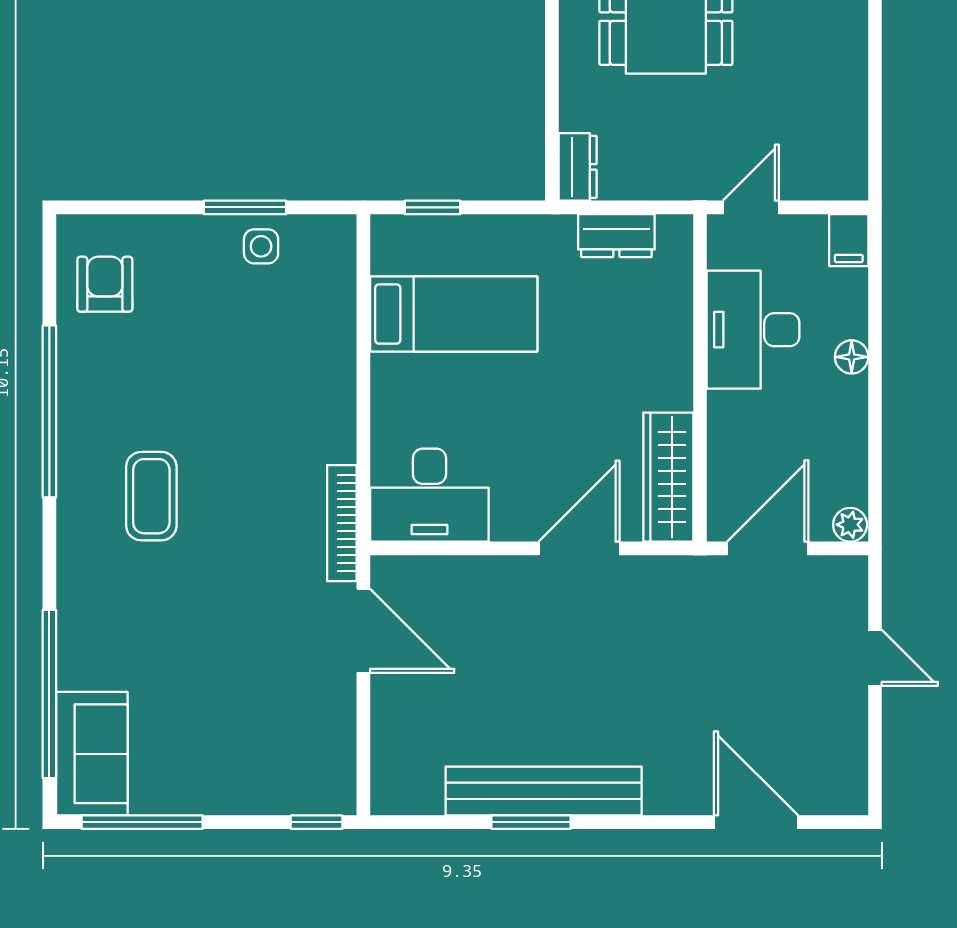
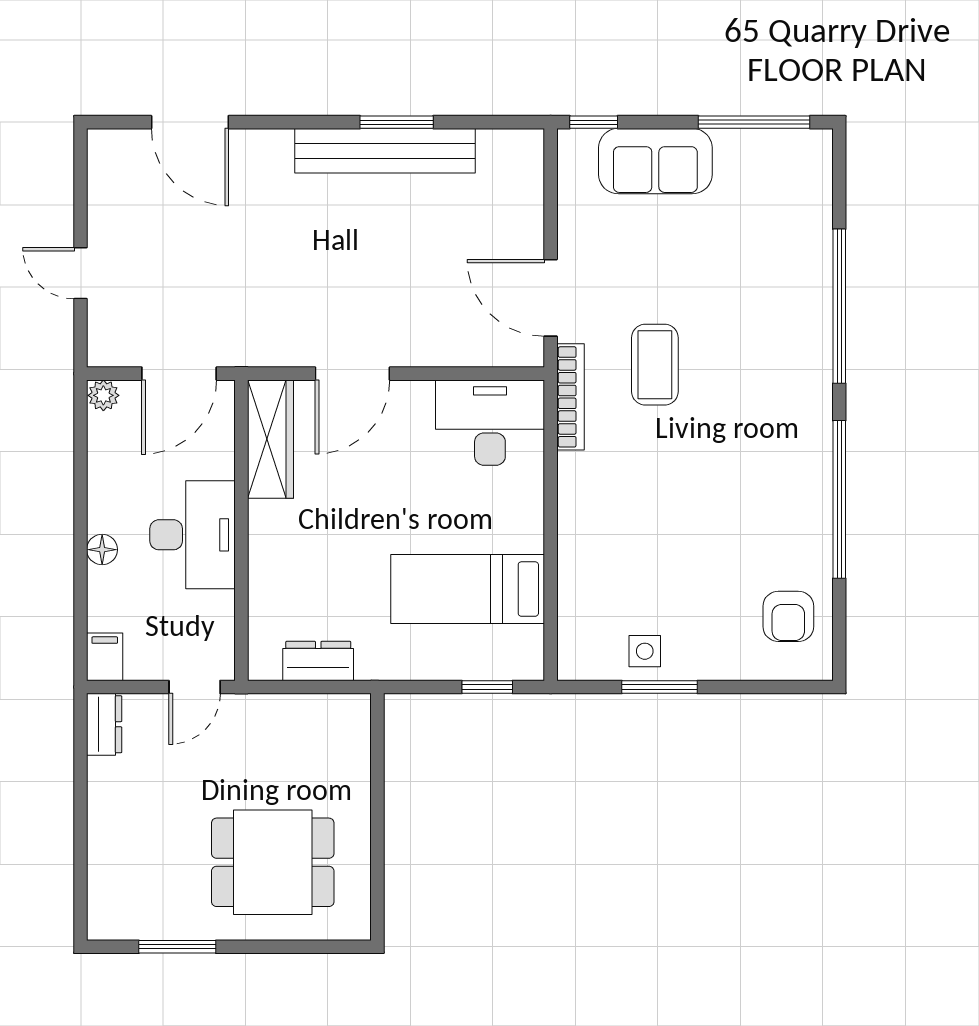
dresser: (578, 167) -> (104, 724), moved, turned 180
desk: (753, 330) -> (193, 535), moved
coffee table: (151, 496) -> (655, 365), moved
window: (49, 694) -> (839, 306), moved
sofa: (92, 754) -> (655, 161), moved, turned -90

